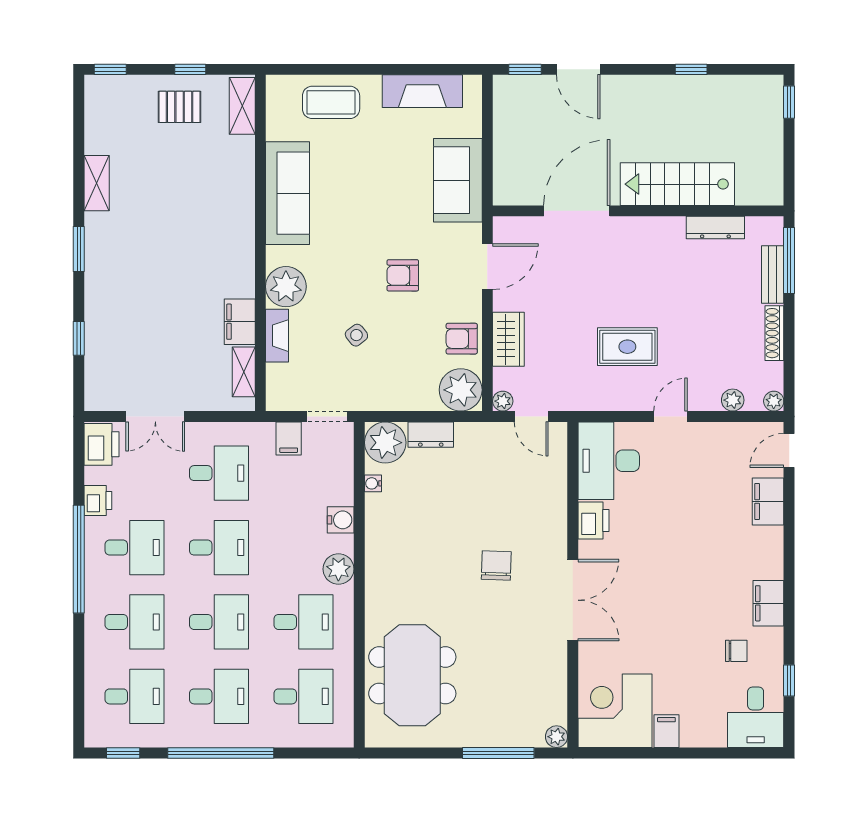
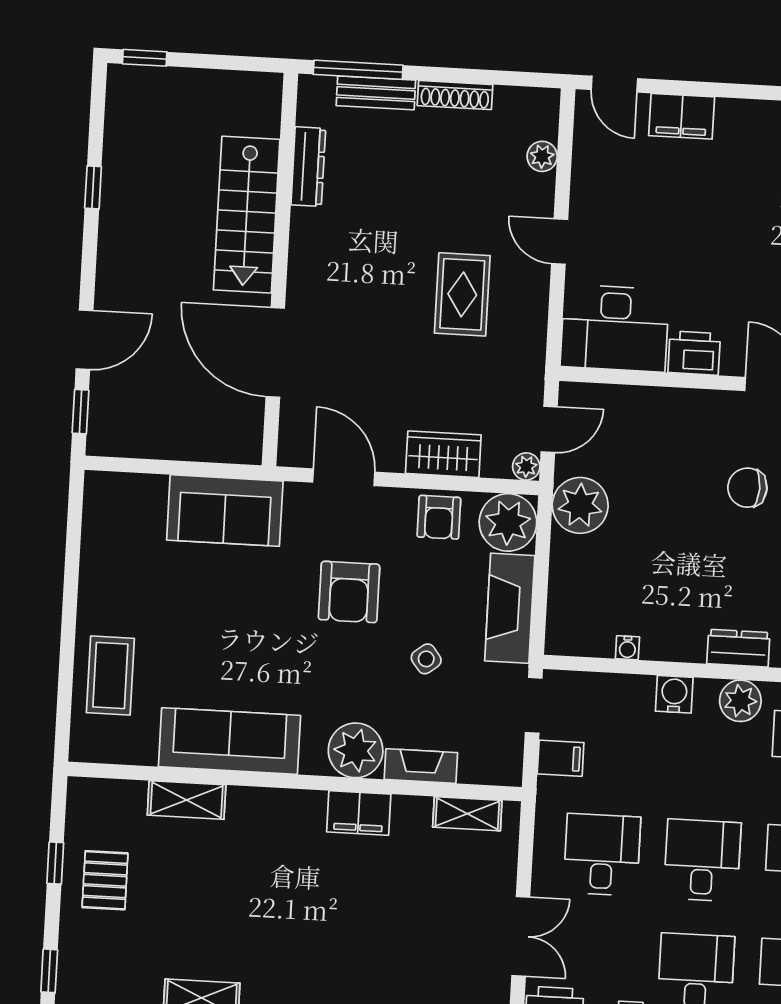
fireplace: (422, 91) -> (510, 608), moved, turned 180
shelving: (242, 106) -> (187, 800), moved
armchair: (403, 275) -> (349, 592), width x1.38, depth x1.38
filing cabinet: (240, 322) -> (359, 813), moved
plant: (774, 401) -> (547, 101), removed
dresser: (431, 435) -> (738, 648), moved, turned -90
plant: (385, 443) -> (580, 505), moved

